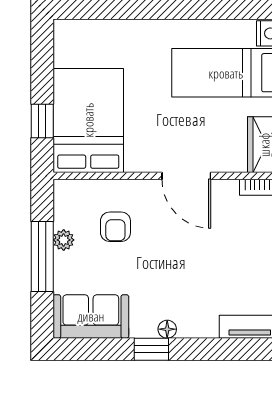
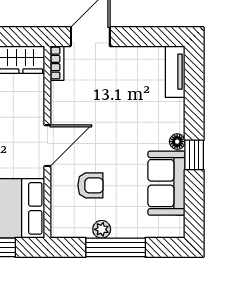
door: (186, 176) -> (47, 146), moved
sofa: (91, 316) -> (166, 183), moved

